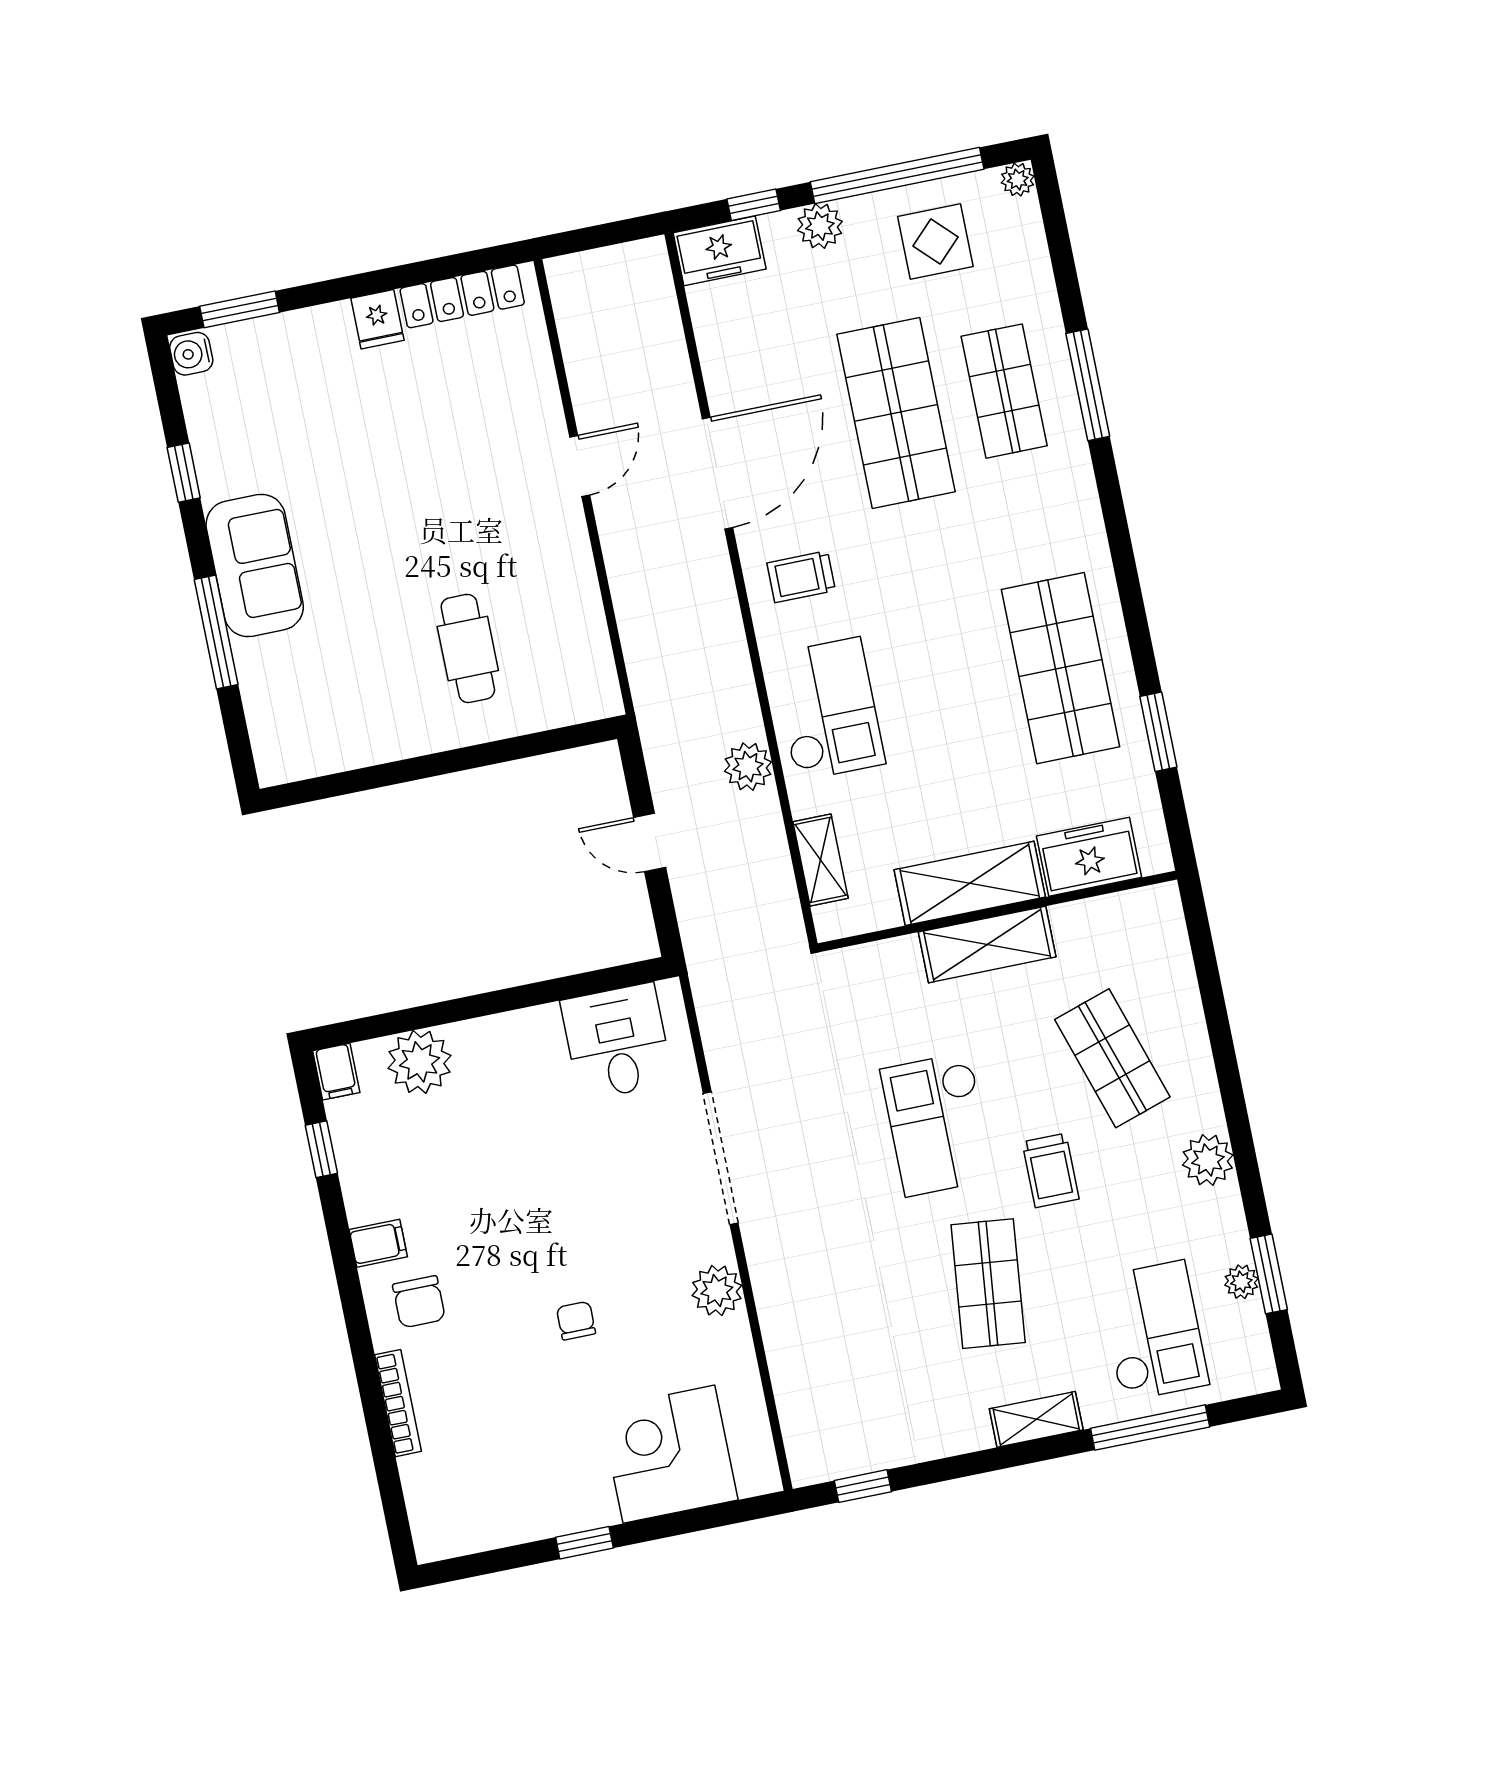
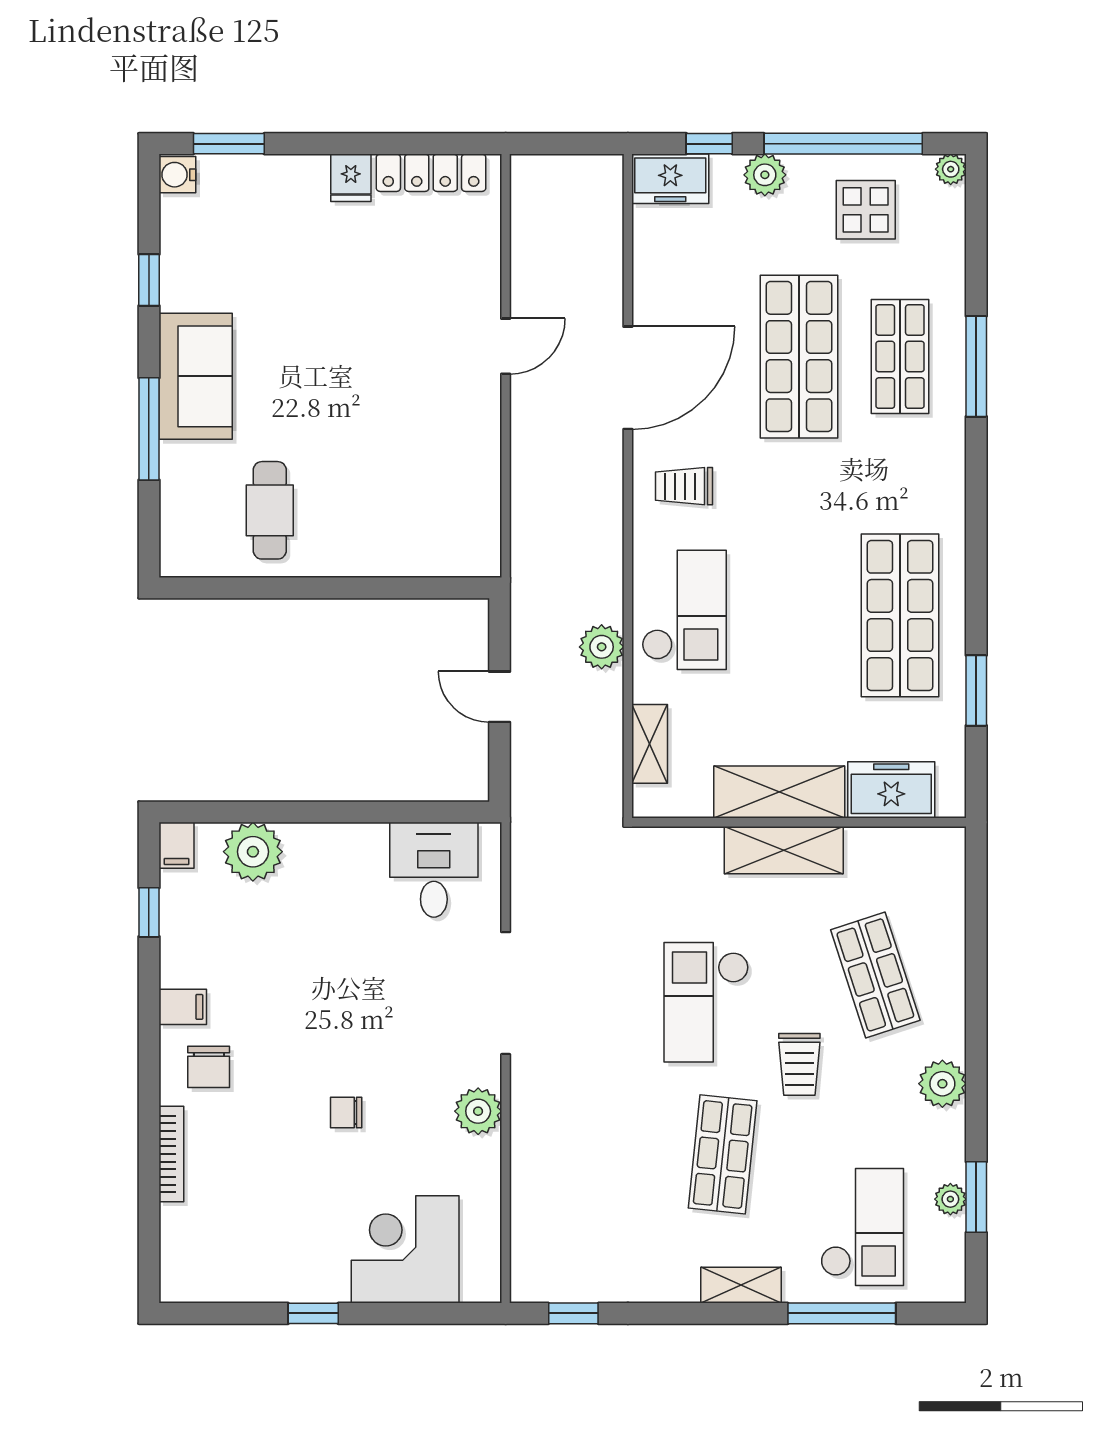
cafe table: (468, 648) -> (270, 510), moved
chair: (576, 1321) -> (346, 1113), turned -90

